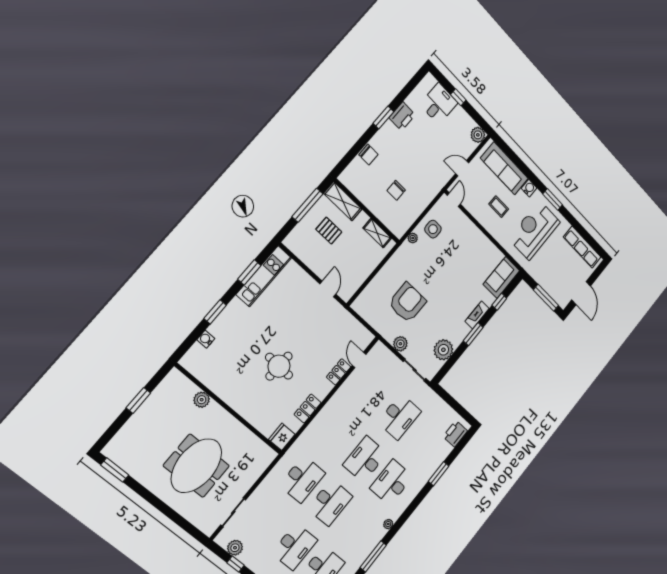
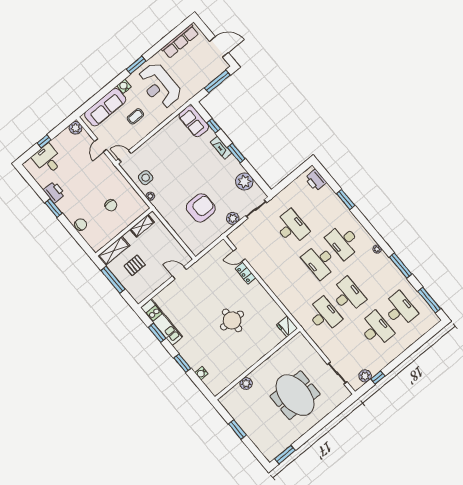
armchair: (407, 303) -> (201, 208), turned 90
locker: (308, 409) -> (269, 303), removed

